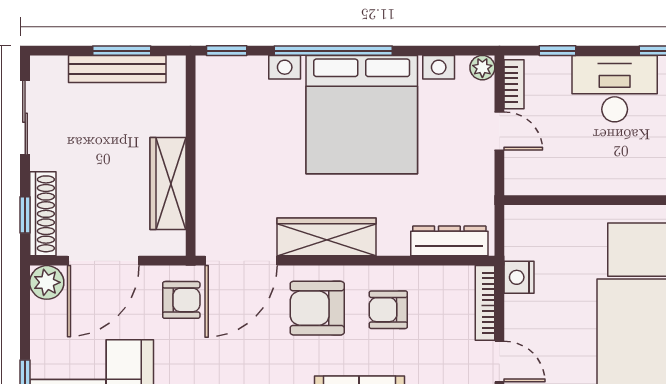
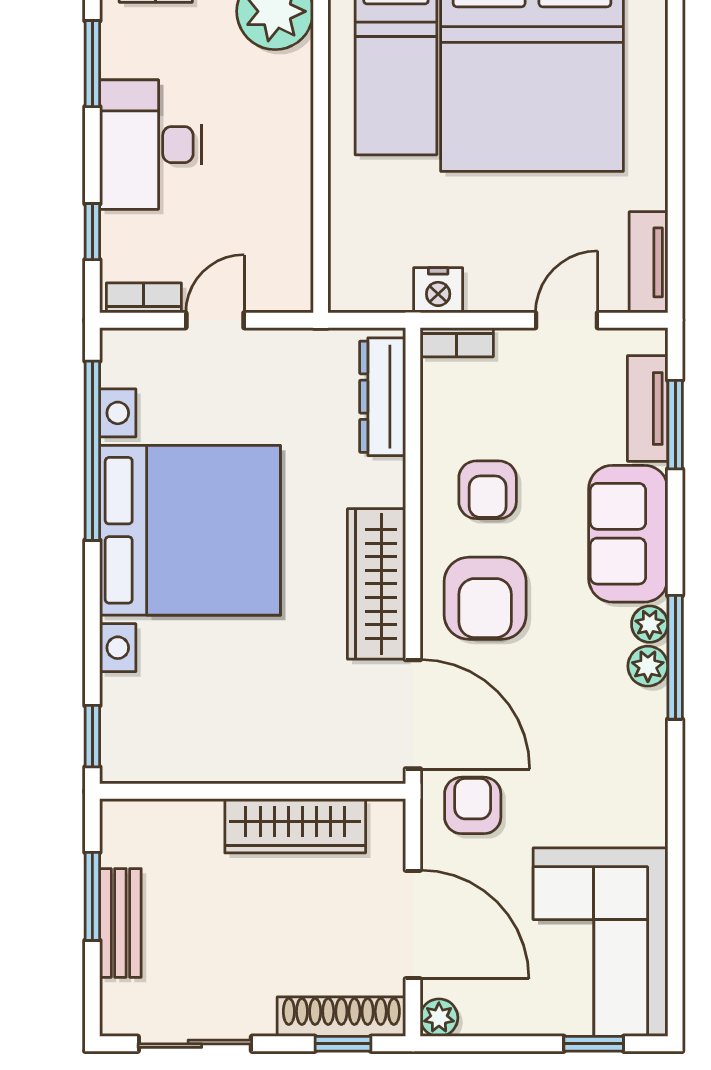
window: (333, 51) -> (92, 451), moved
plant: (482, 68) -> (118, 346), removed
bench: (117, 69) -> (120, 923), width x0.73
plant: (47, 282) -> (439, 1018), width x0.73, depth x0.73
bookcase: (485, 303) -> (457, 342), width x0.64

